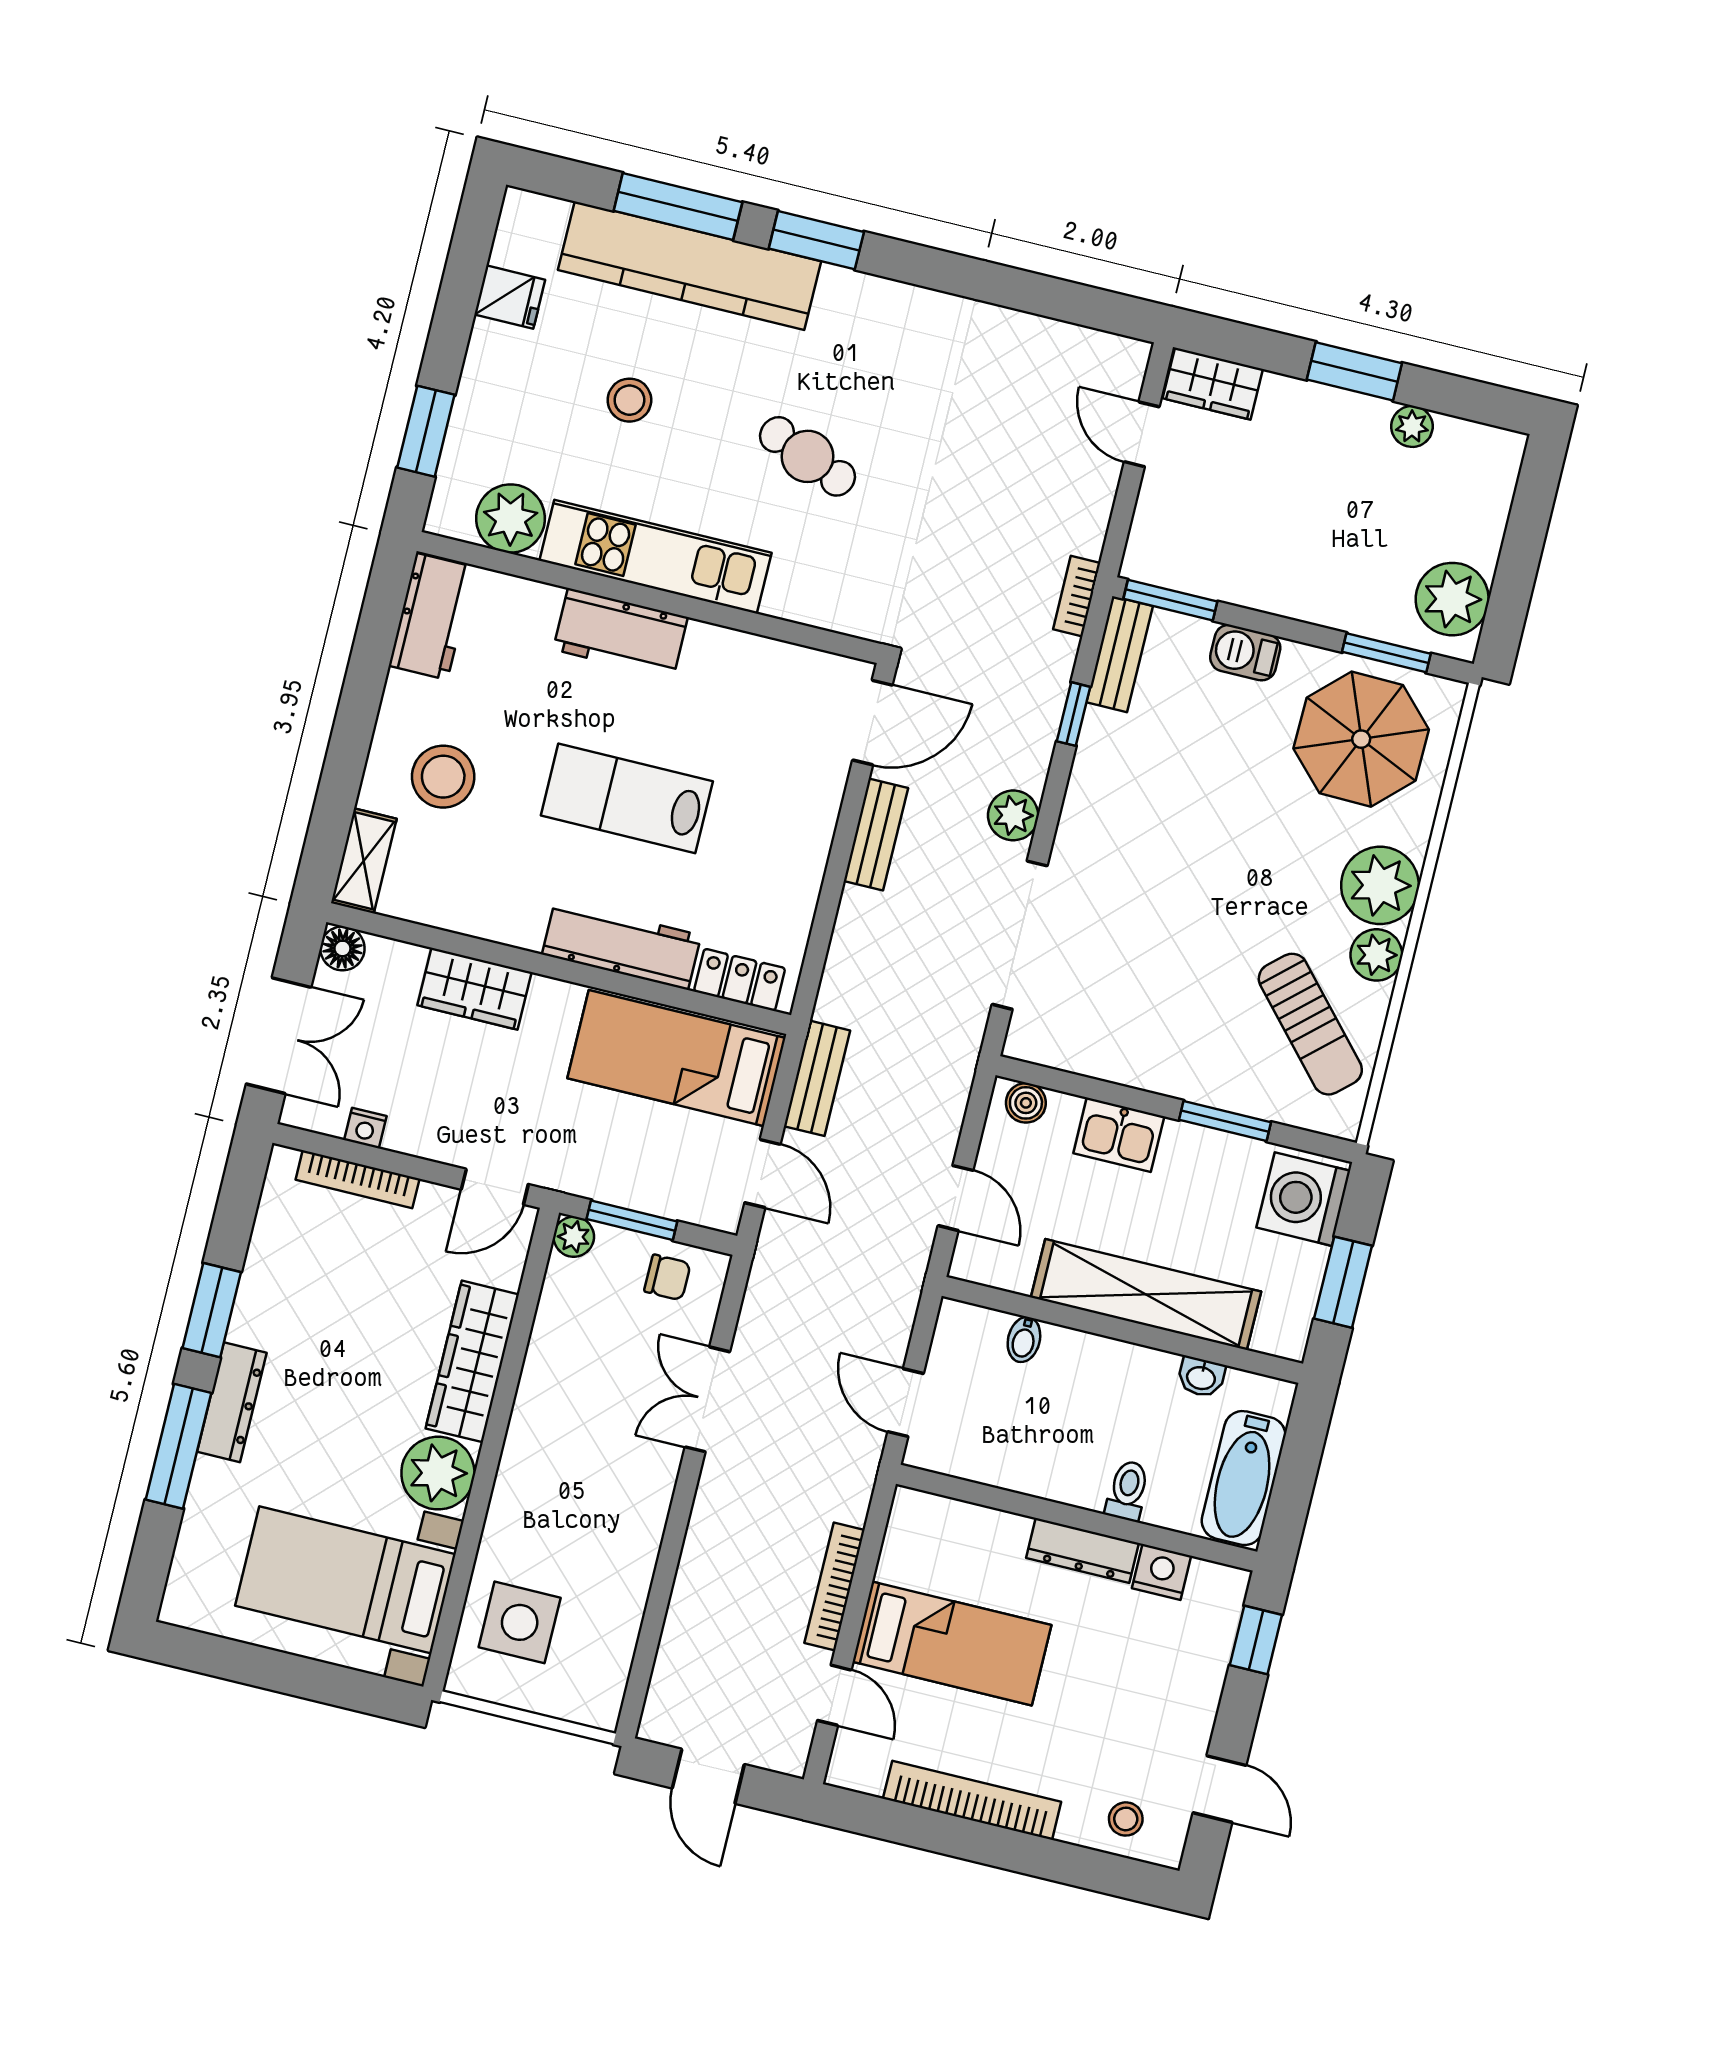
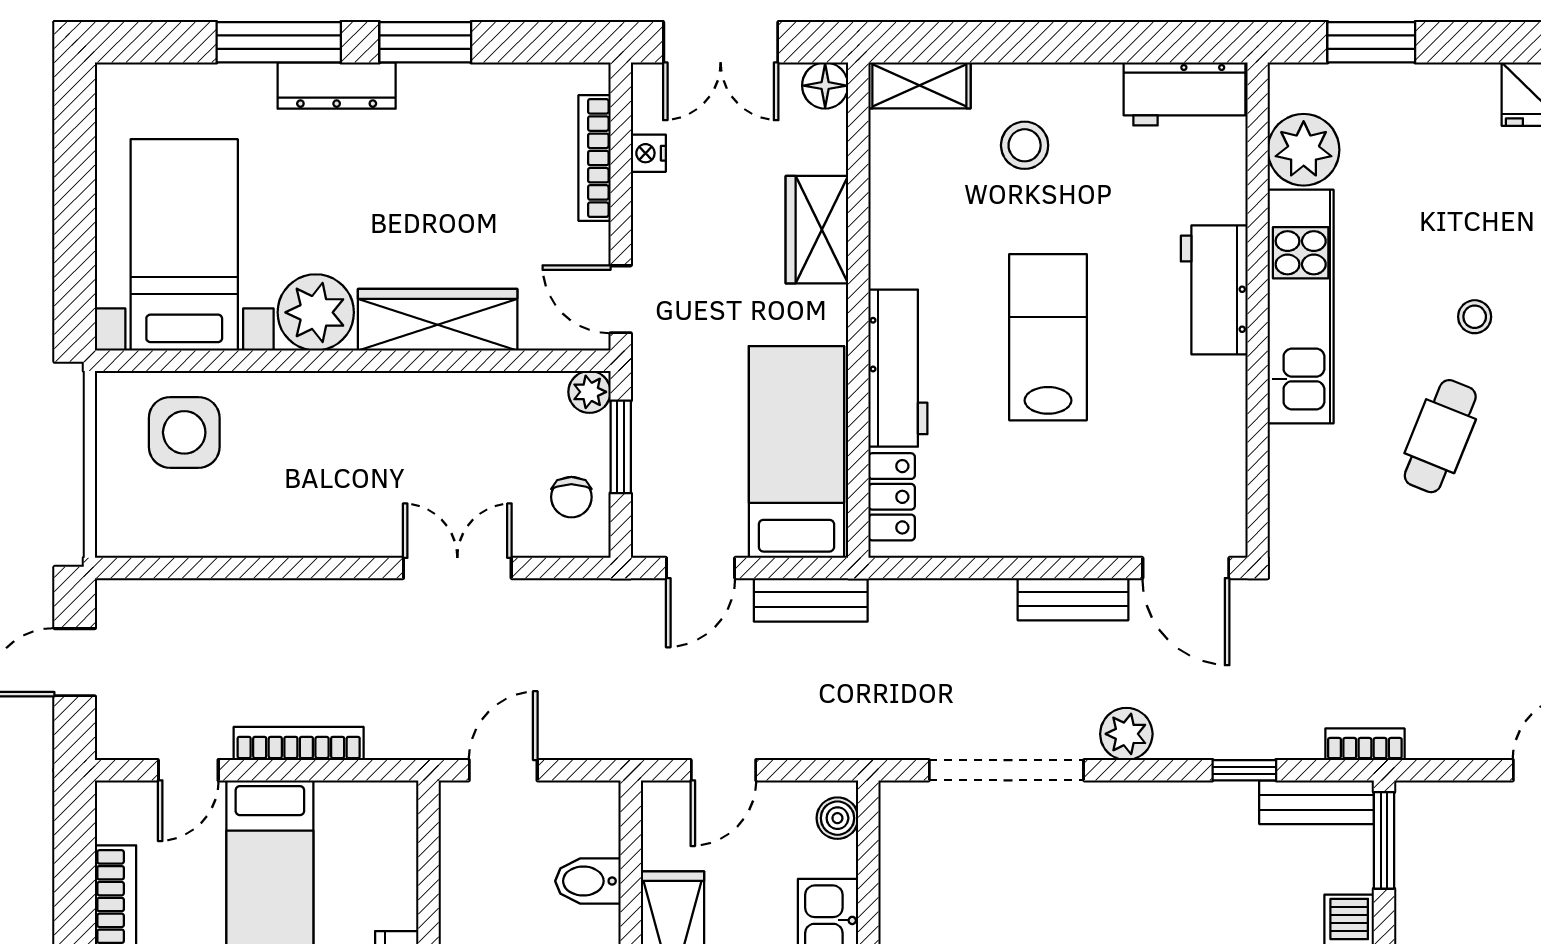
stool: (629, 400) -> (1475, 317), moved, width x0.73, depth x0.73
stool: (443, 777) -> (1025, 145), width x0.73, depth x0.73
bidet: (1024, 1339) -> (588, 881), width x1.38, depth x1.36

